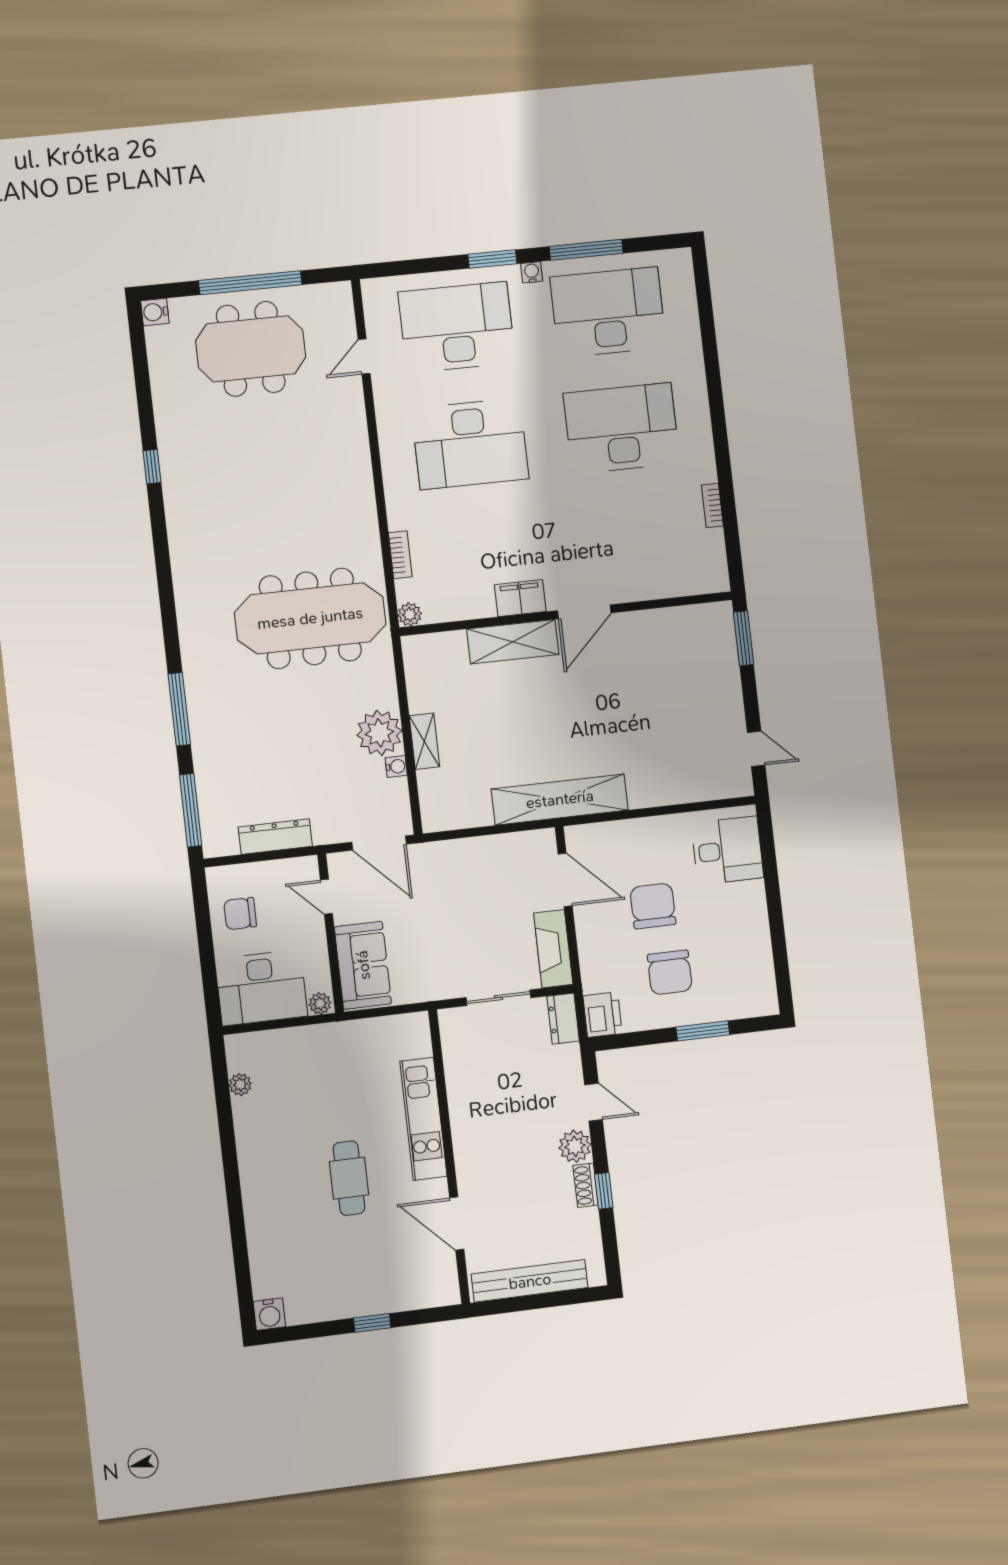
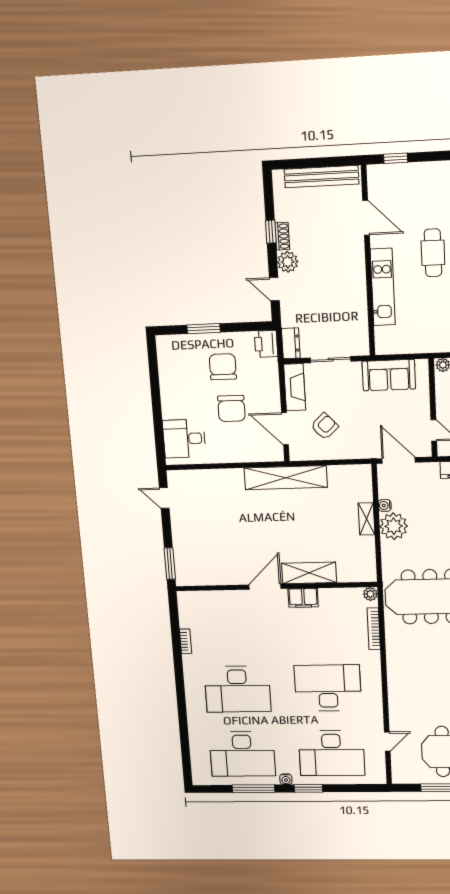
bookcase: (400, 555) -> (374, 629), width x1.56
armchair: (502, 889) -> (324, 426), added
sofa: (363, 965) -> (389, 375), moved, turned -90
window: (372, 1323) -> (396, 158), moved

